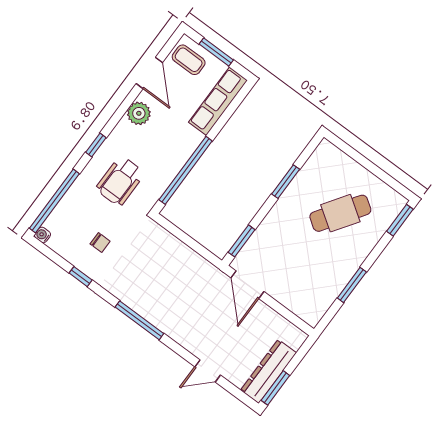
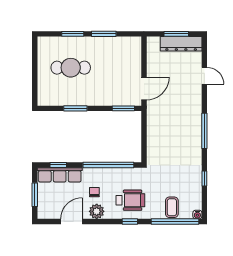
coffee table: (189, 60) -> (172, 207), moved
window: (232, 108) -> (58, 165), added
wheelchair: (120, 181) -> (130, 200), moved
cafe table: (340, 213) -> (71, 68), turned -34
window: (400, 220) -> (73, 34), moved
chair: (100, 243) -> (94, 192), moved
window: (275, 388) -> (176, 34), moved

